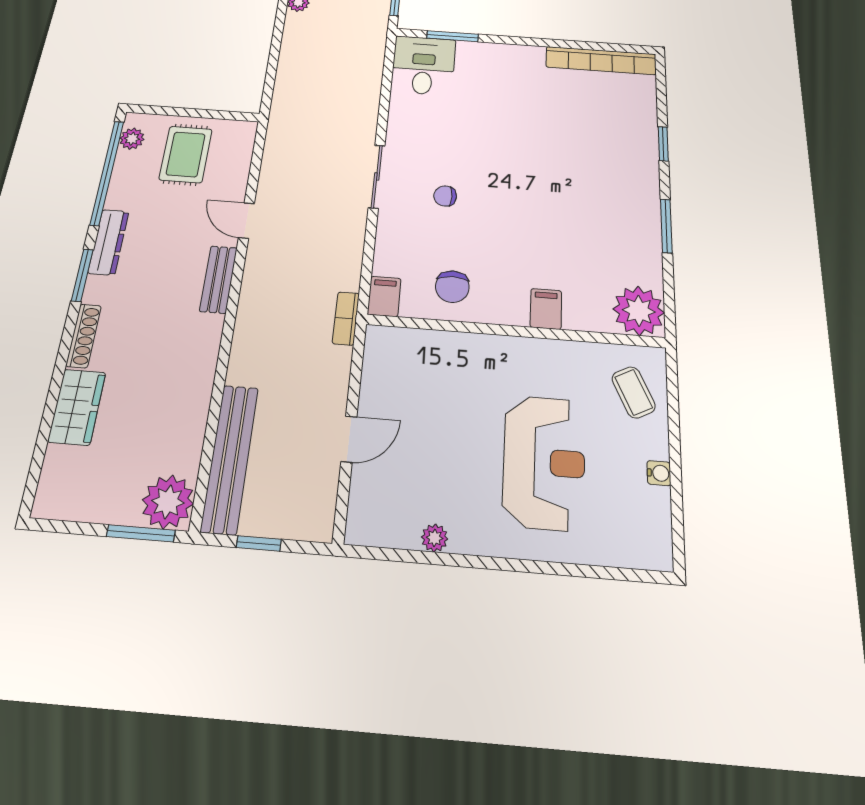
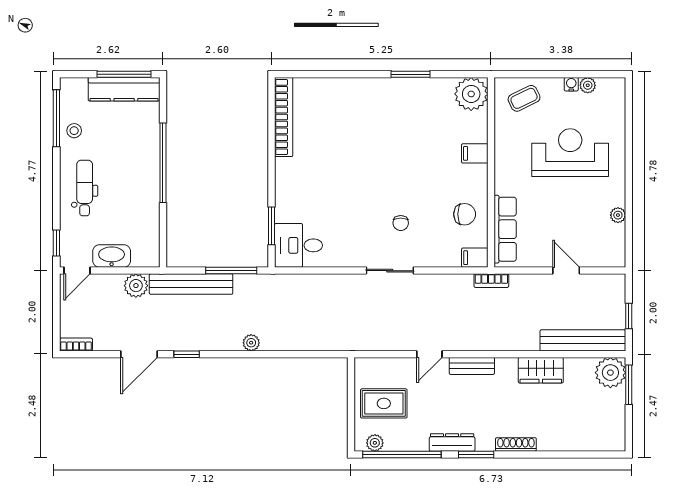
window: (663, 144) -> (349, 74), removed
row of seats: (425, 346) -> (505, 229), added
wardrobe: (77, 407) -> (541, 370), moved, turned 180
plant: (658, 502) -> (588, 85), added

